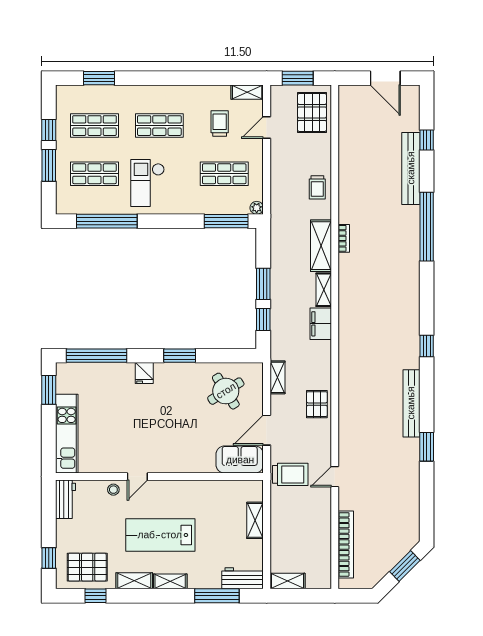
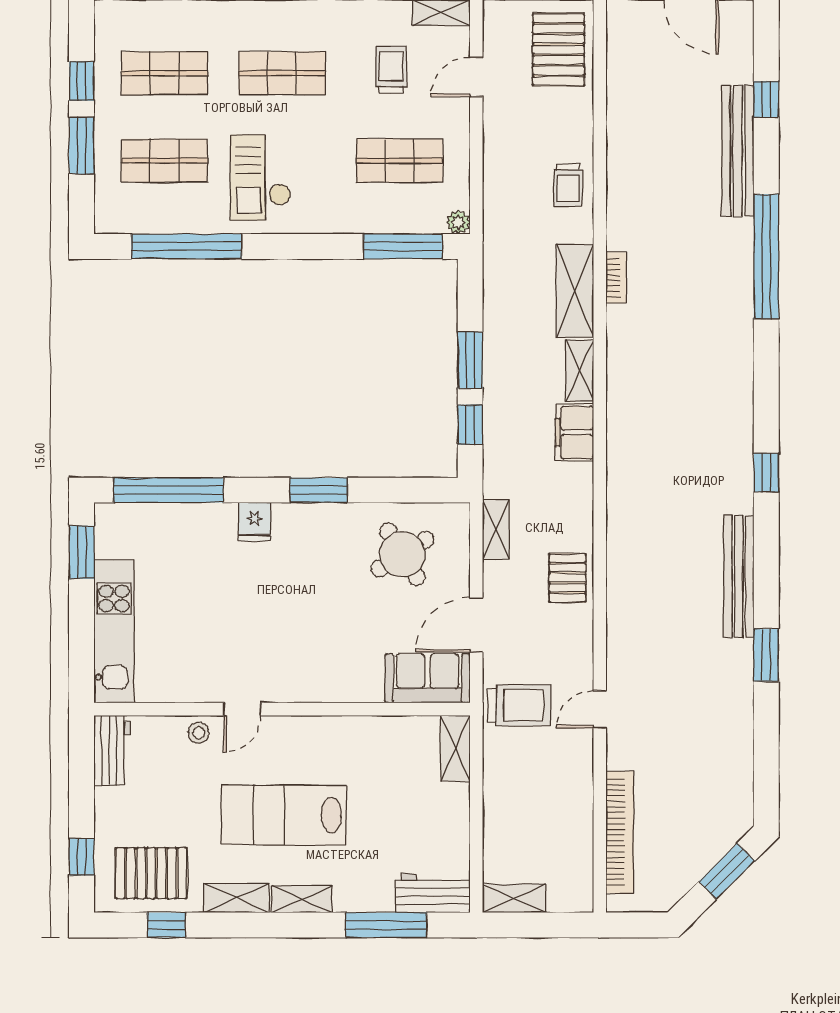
shelving: (255, 520) -> (455, 748), moved

